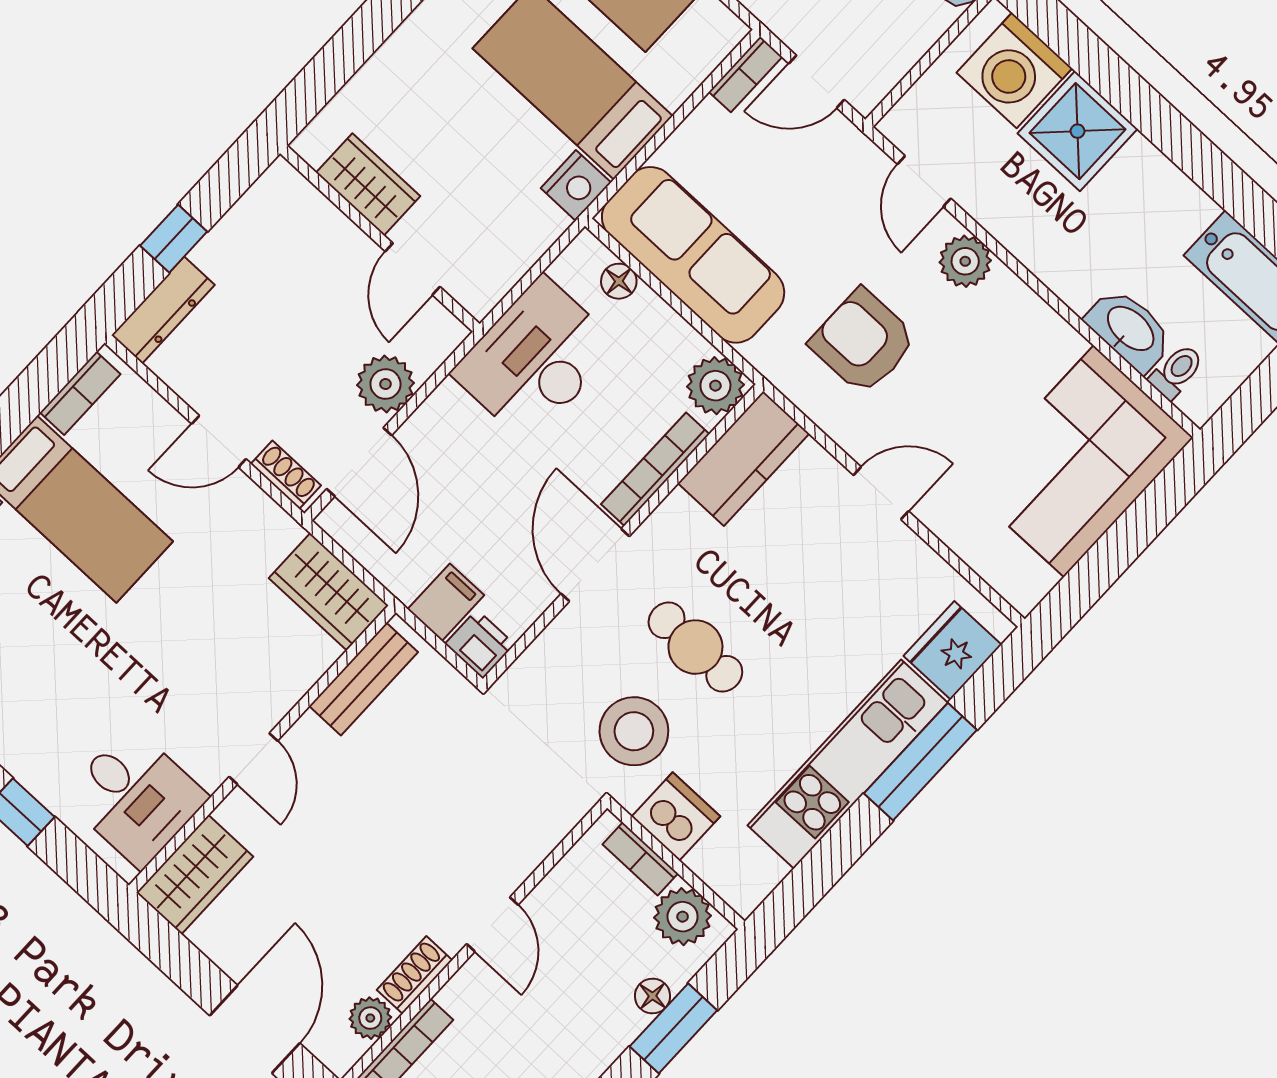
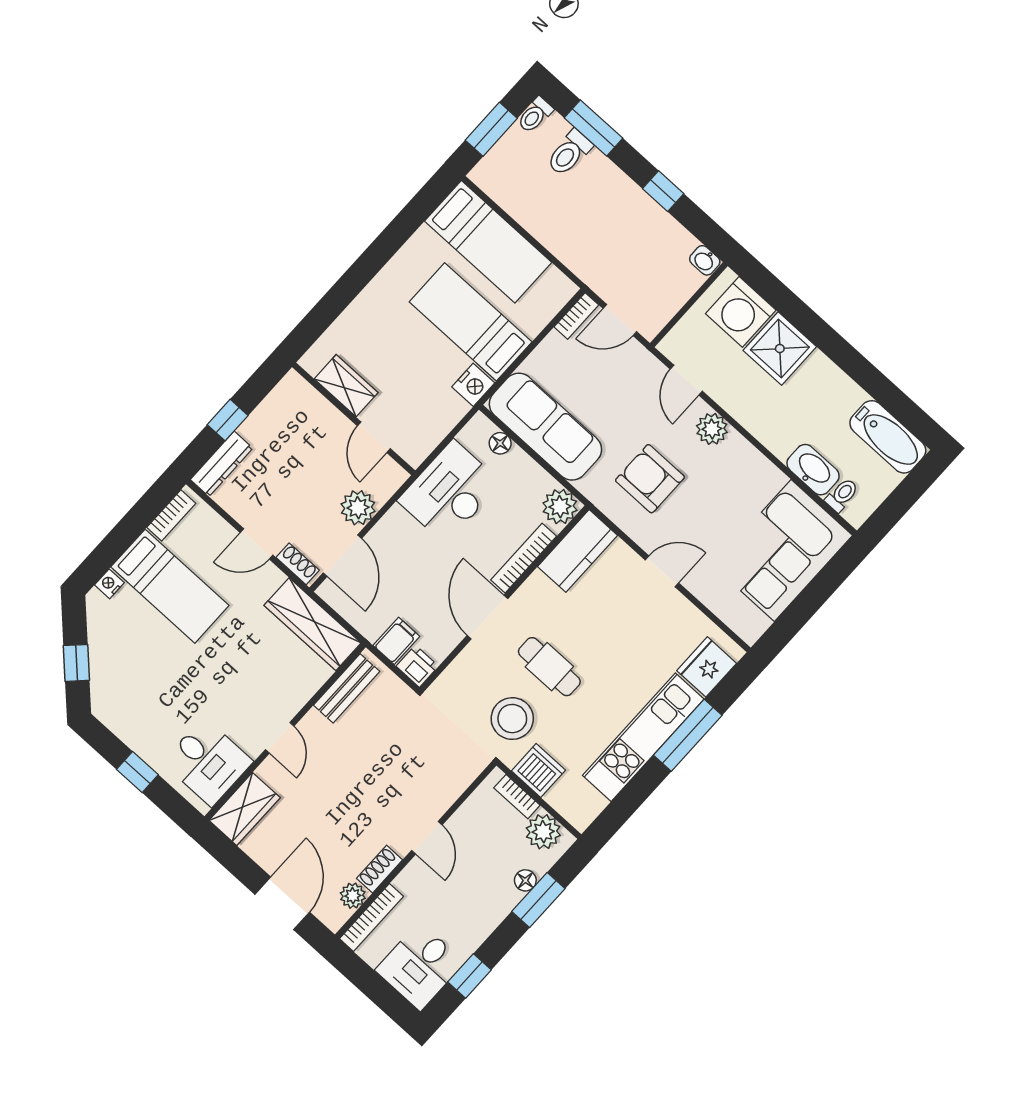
wardrobe: (328, 591) -> (312, 624), width x1.50

